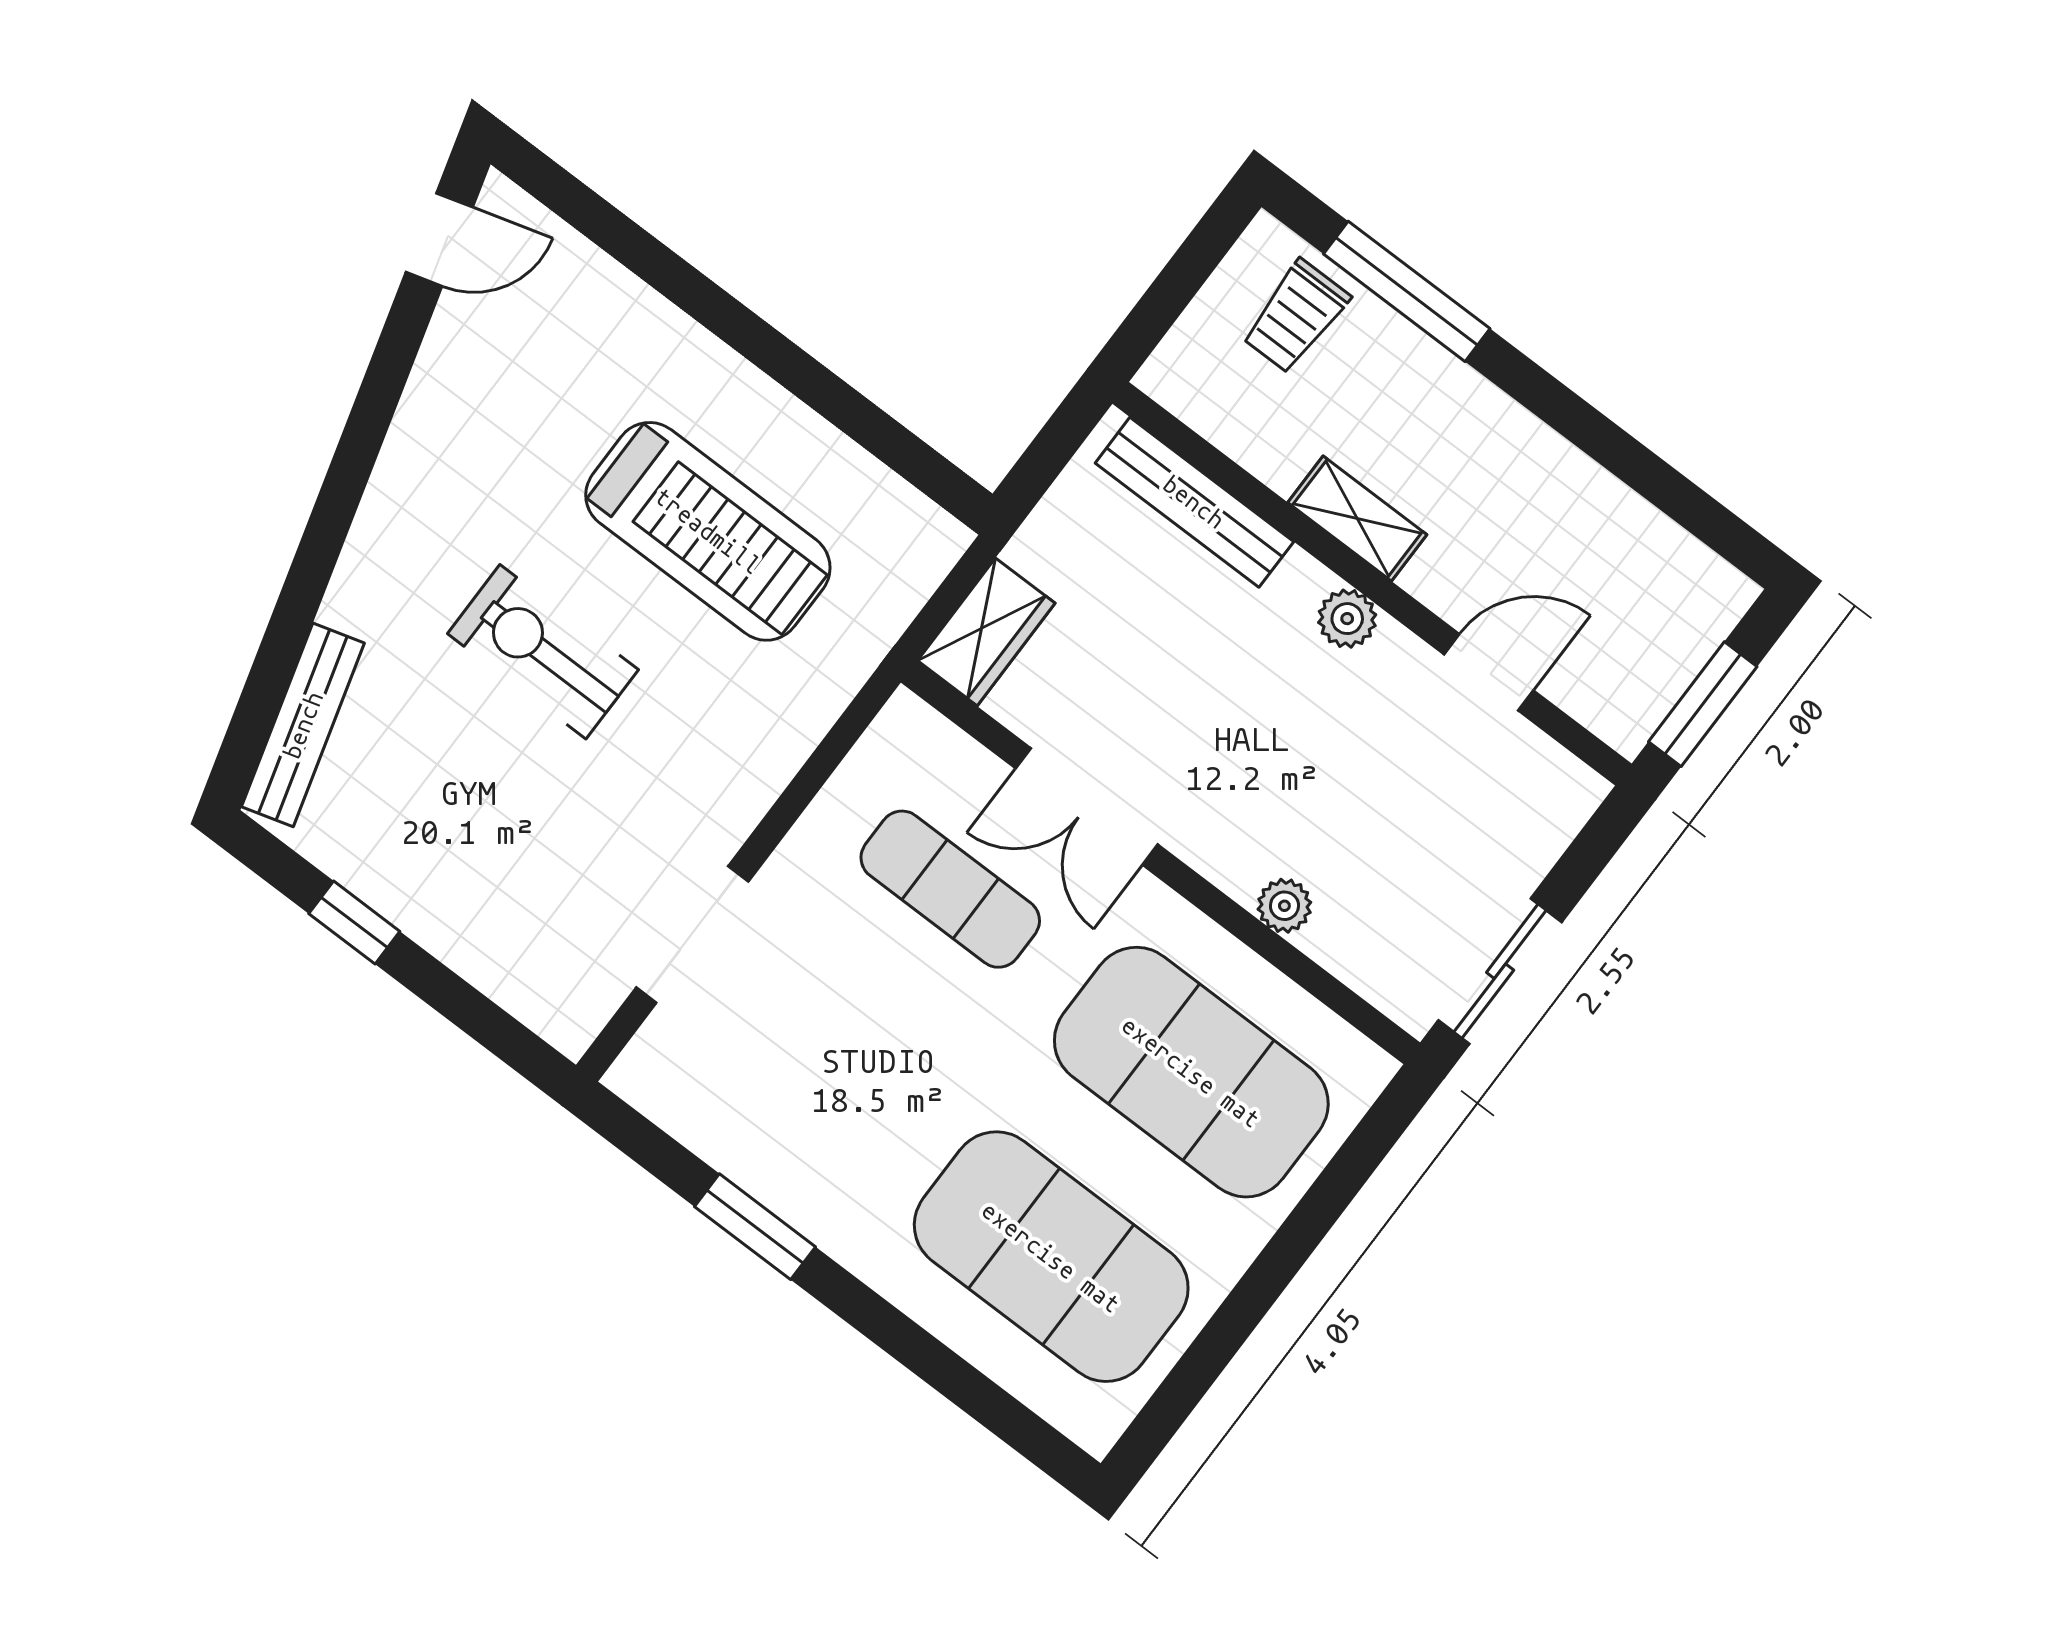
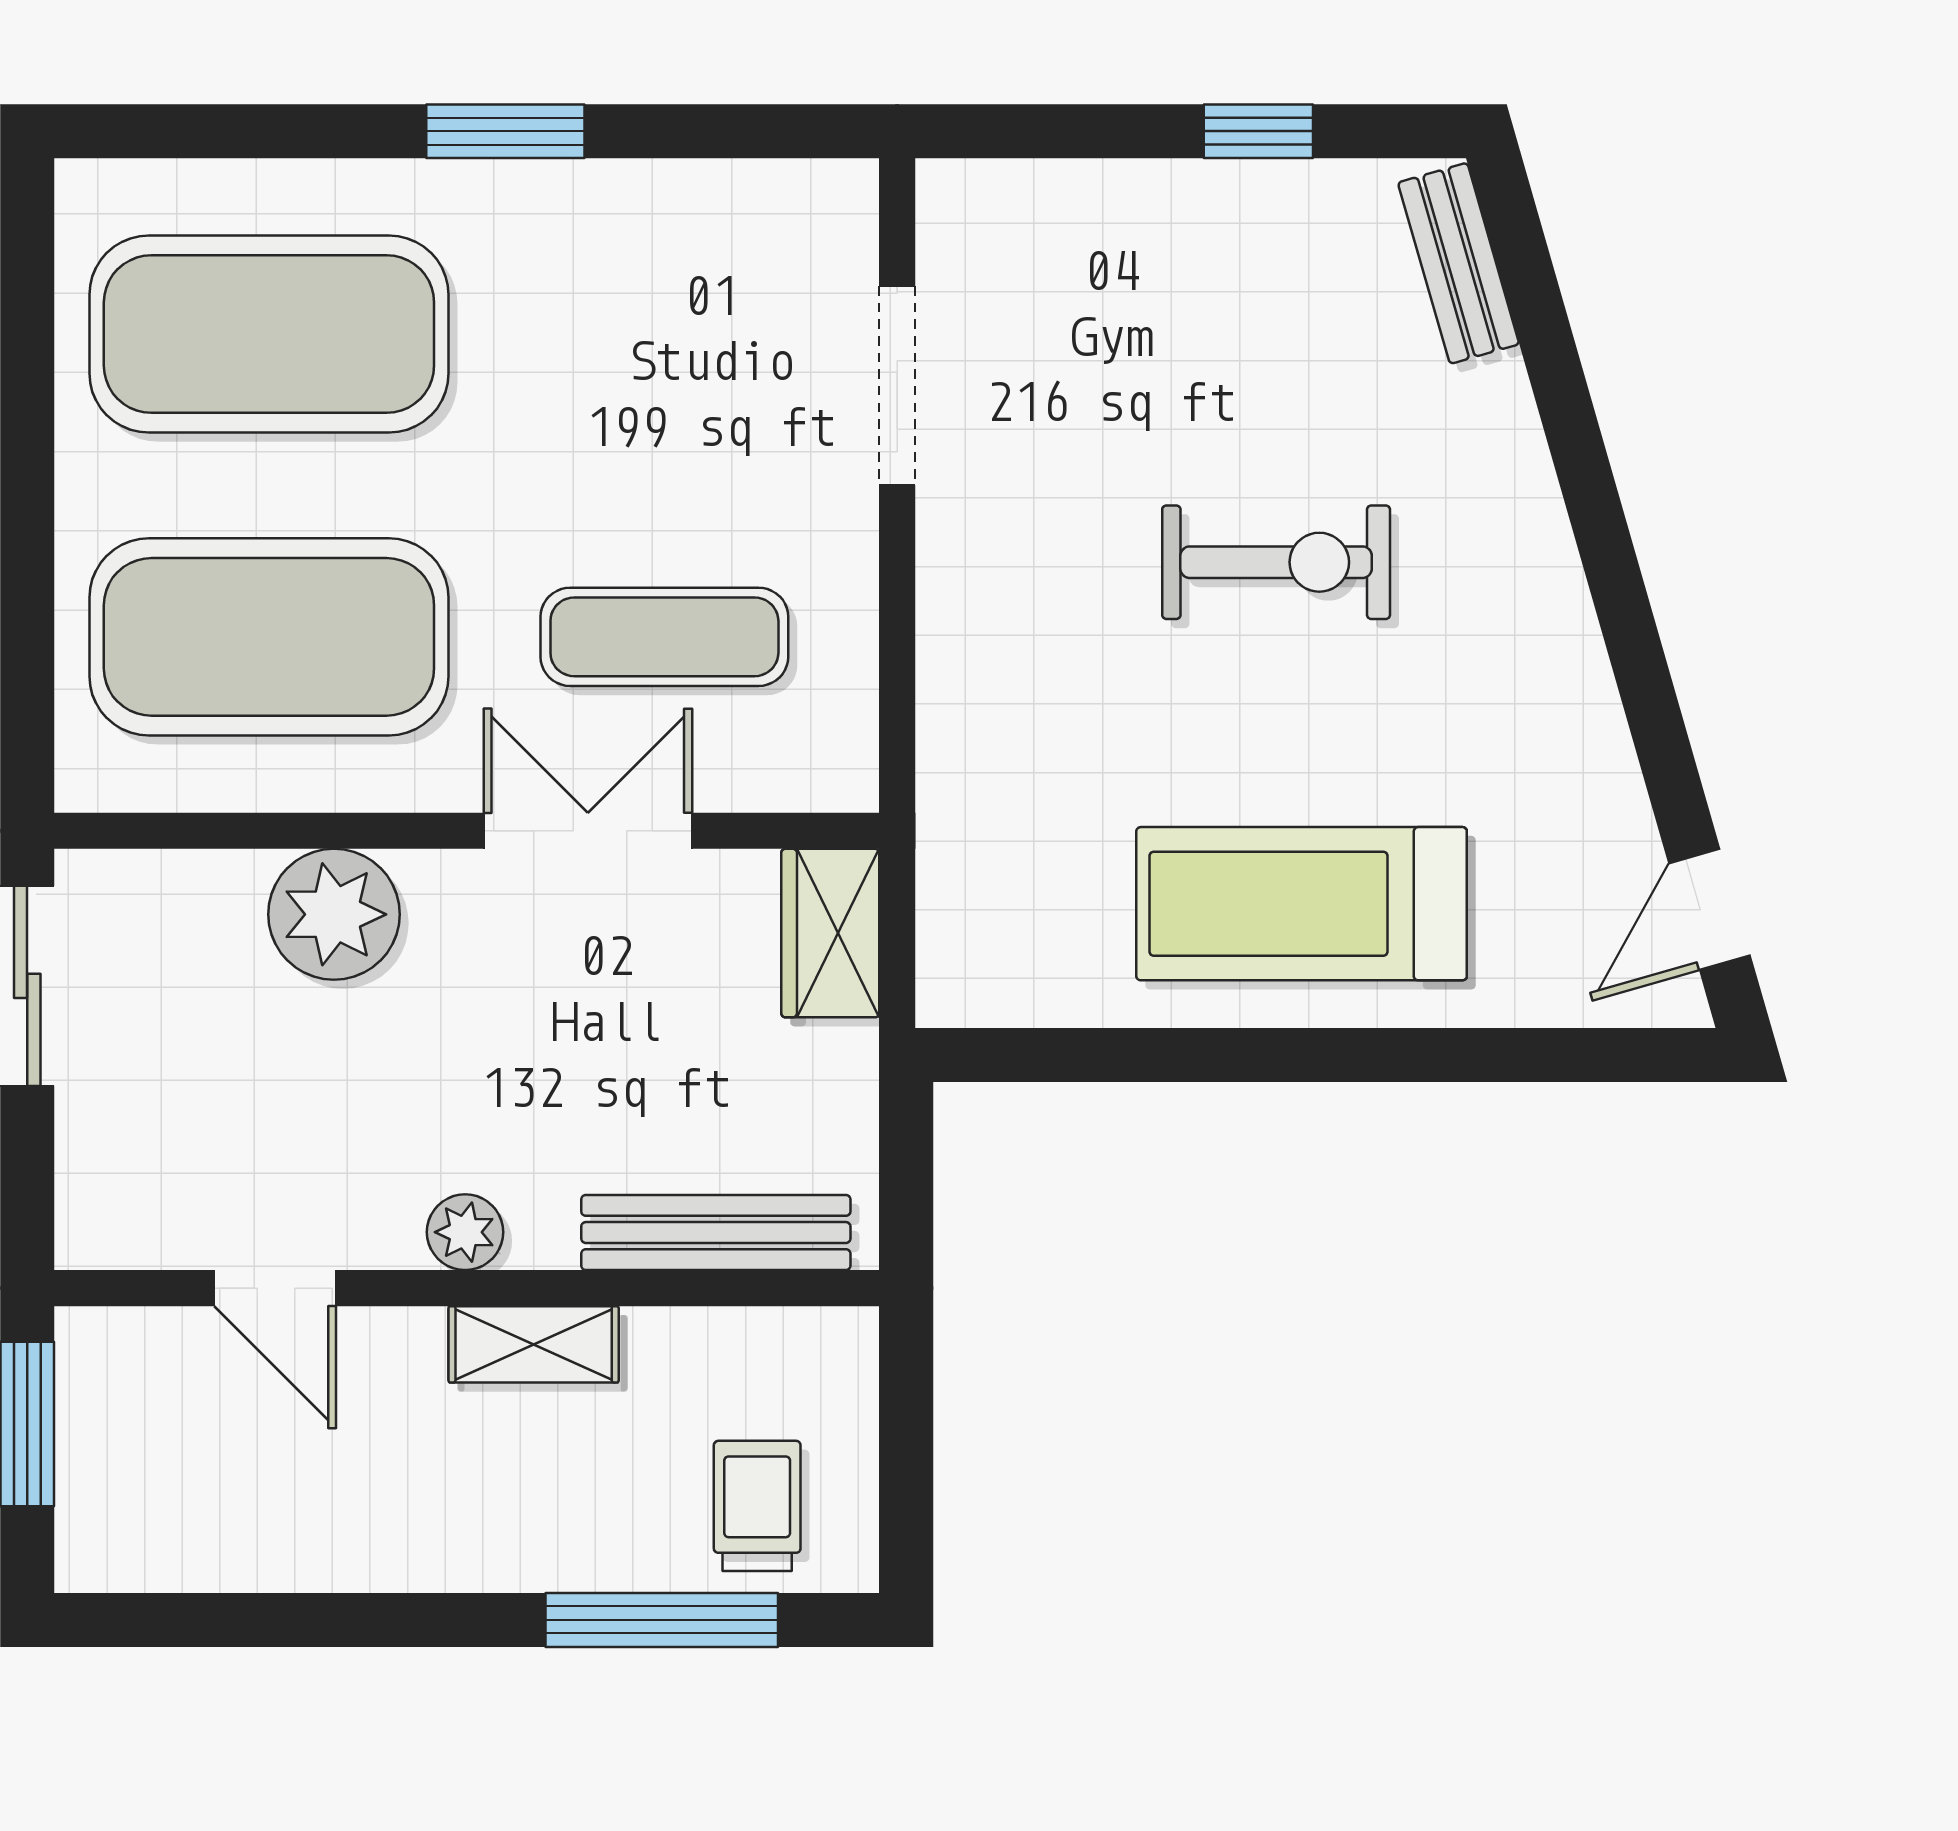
treadmill: (708, 531) -> (1302, 904), moved
door: (1489, 672) -> (275, 1288), hinge flipped
bench: (303, 725) -> (1459, 263), width x0.73
plant: (1284, 906) -> (334, 914), width x1.88, depth x1.88
window: (755, 1227) -> (505, 131), moved

